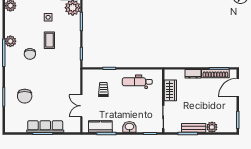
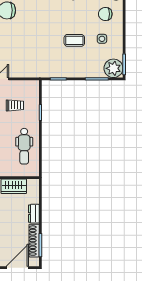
chair: (30, 54) -> (105, 14), moved
dental chair: (137, 82) -> (24, 146), turned 180
door: (238, 88) -> (17, 268), hinge flipped

